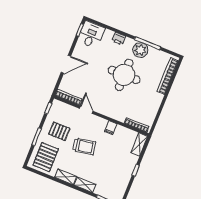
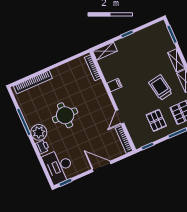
desk: (91, 35) -> (59, 166), width x1.37
plant: (140, 50) -> (39, 132), moved
round table: (124, 75) -> (65, 115), width x0.73, depth x0.73
trolley: (84, 146) -> (161, 88), moved

